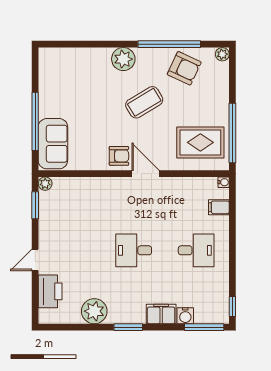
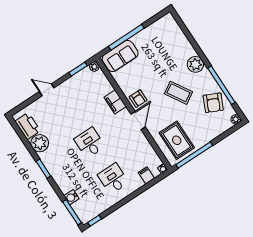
desk: (196, 250) -> (113, 179), turned 180
printer: (50, 291) -> (28, 126), moved, turned -90
filing cabinet: (161, 314) -> (115, 102), moved, turned 180

